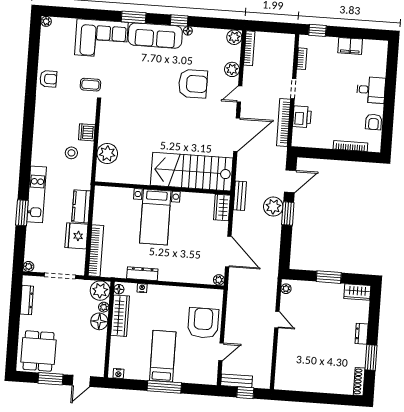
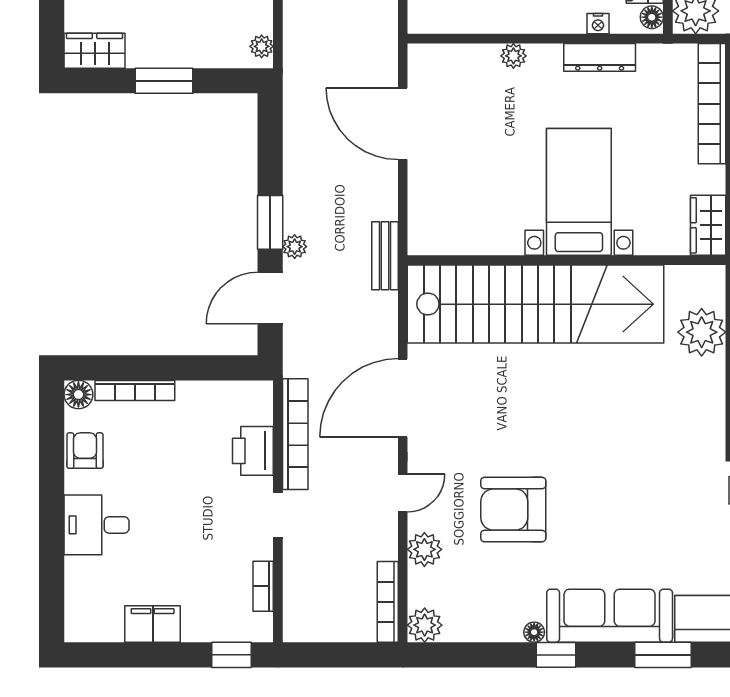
floor lamp: (375, 146) -> (78, 395), added
stairs: (192, 172) -> (536, 304), width x1.36
plant: (273, 207) -> (295, 247), width x0.53, depth x0.53
wardrobe: (222, 208) -> (708, 225), moved, turned 180
plant: (219, 280) -> (513, 56), moved

